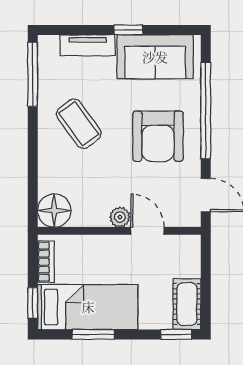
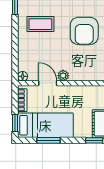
coffee table: (79, 124) -> (40, 24), turned -54
floor lamp: (54, 211) -> (23, 76), width x0.53, depth x0.53
door: (147, 231) -> (48, 83), moved

